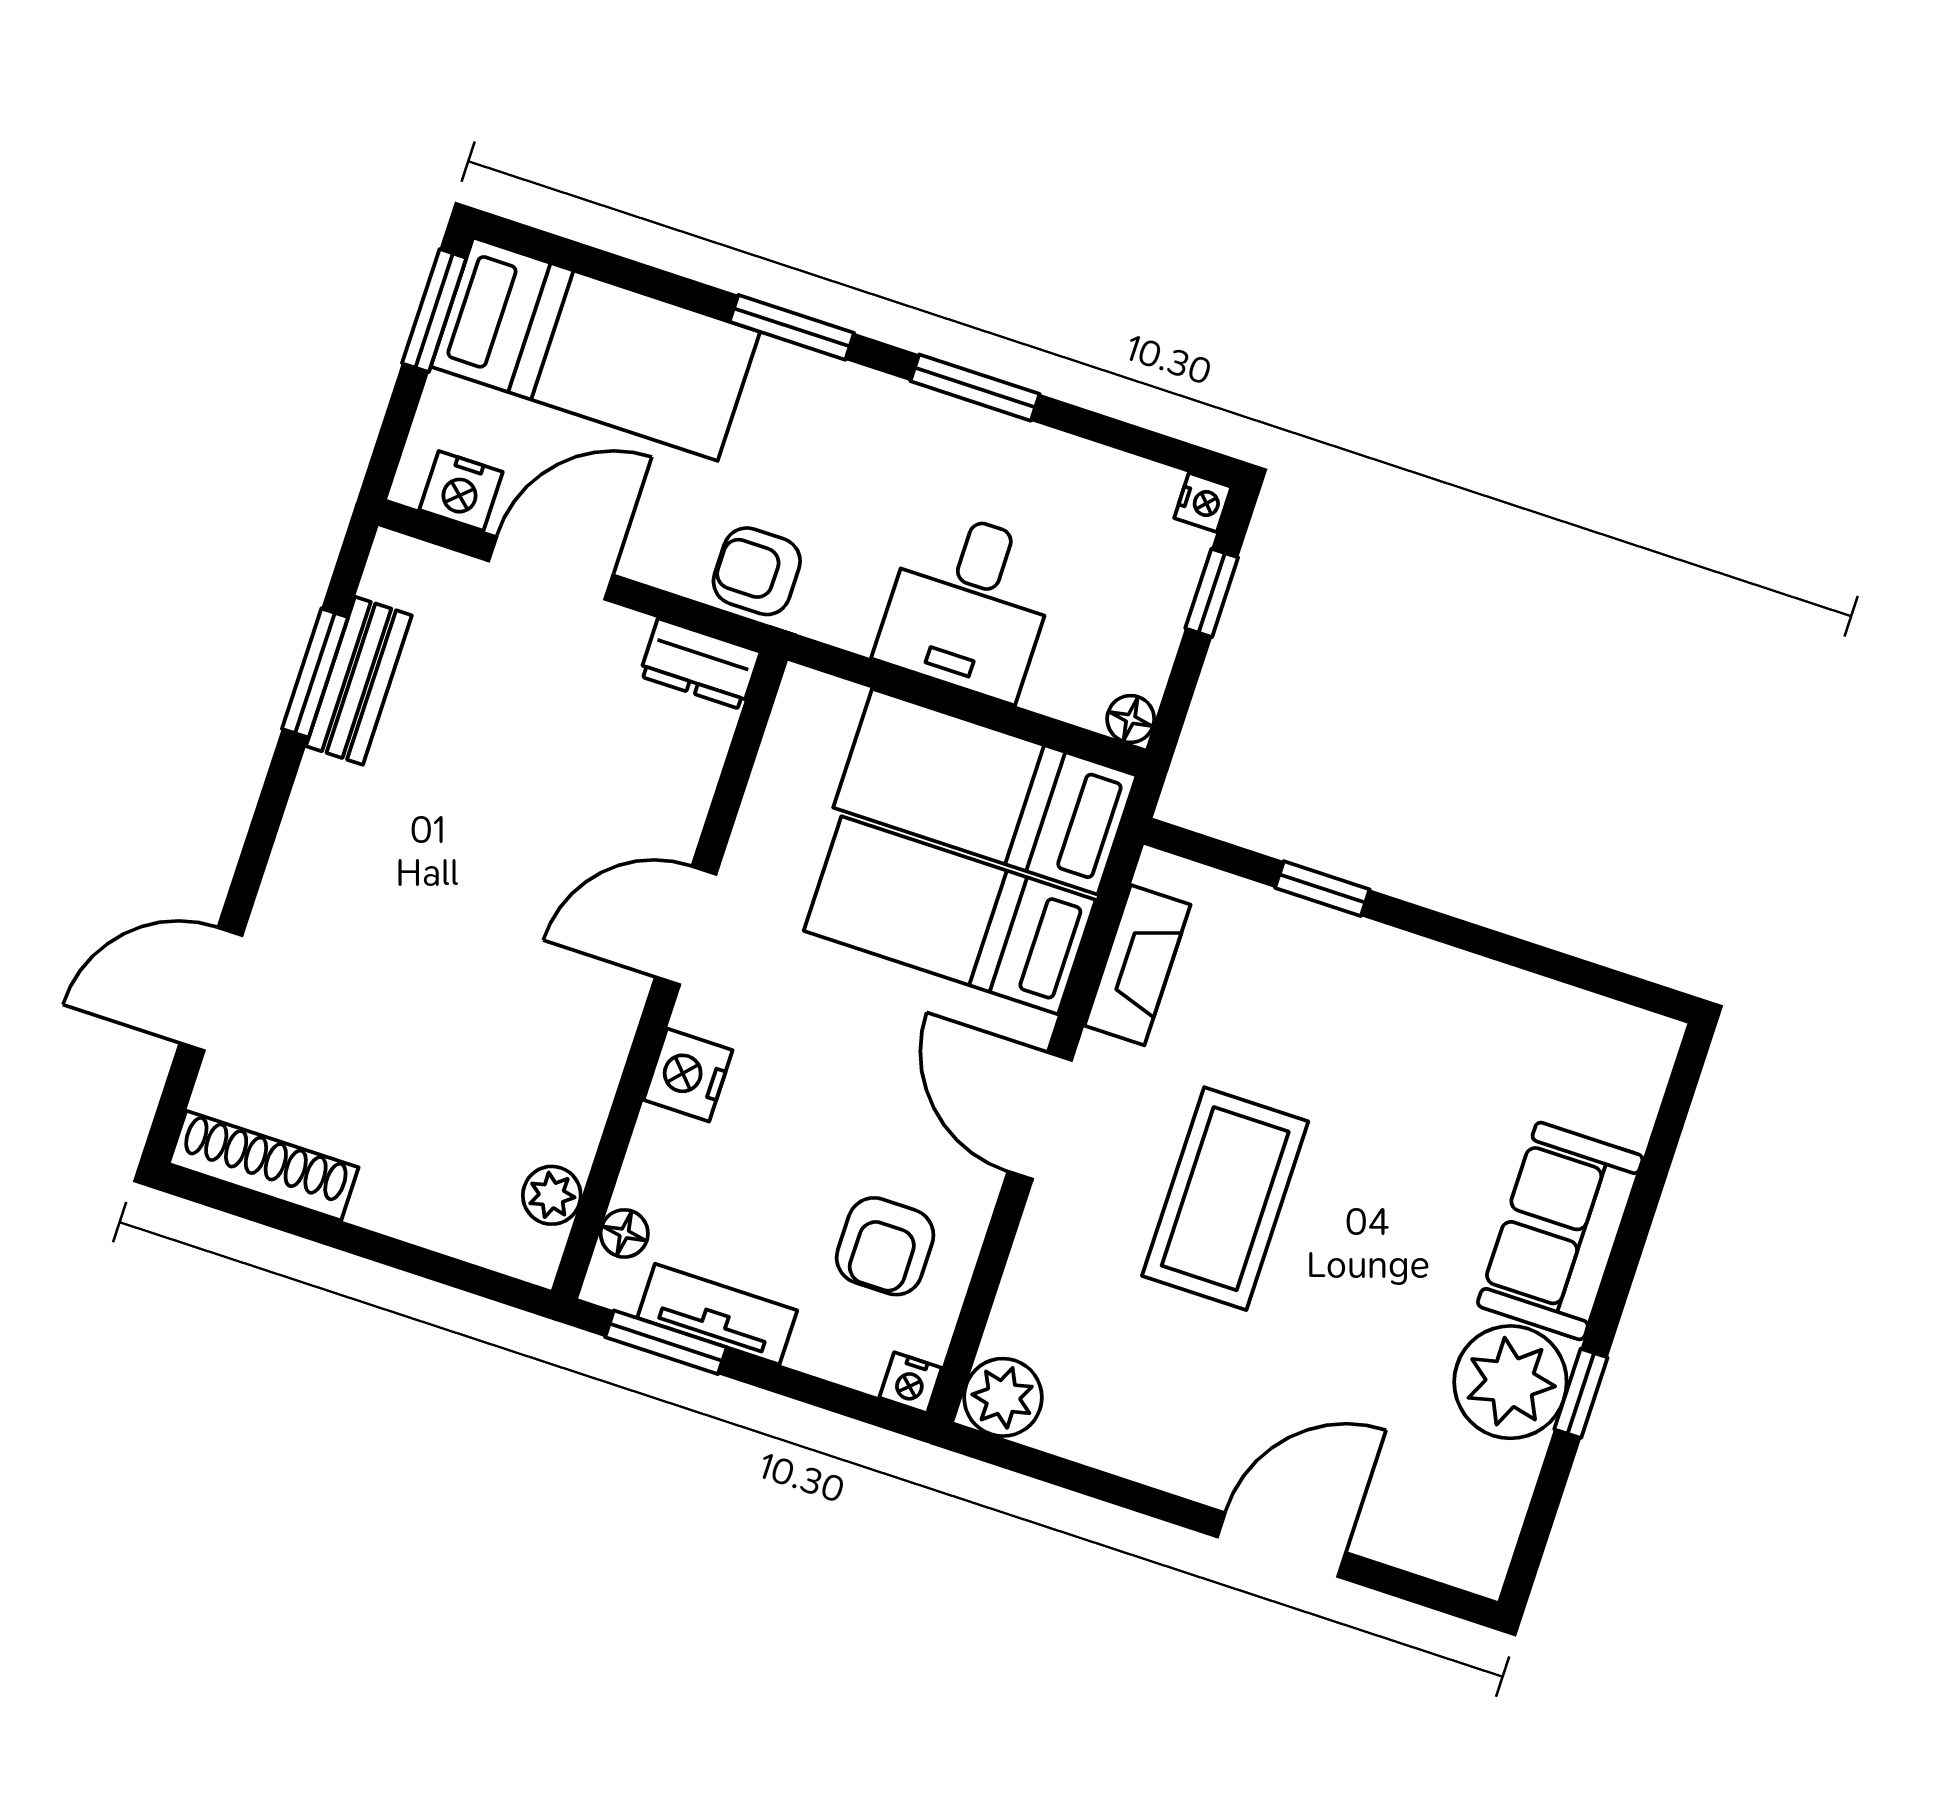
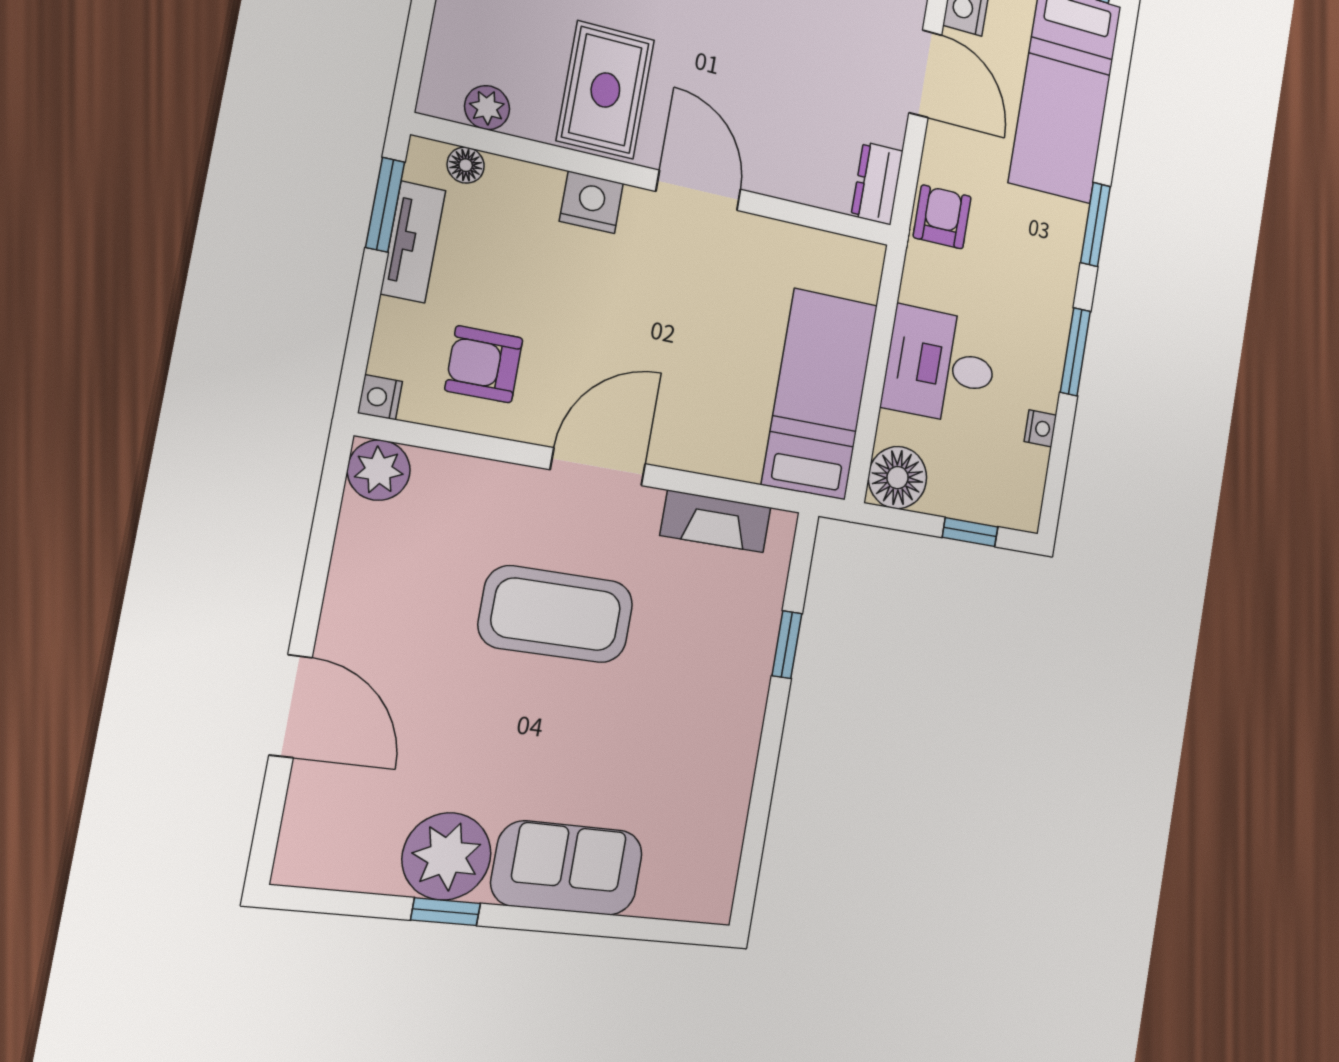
nightstand: (1203, 502) -> (1040, 428), moved, turned -90
floor lamp: (1131, 719) -> (898, 478), width x1.89, depth x1.89
bed: (950, 915) -> (732, 381), removed
rug: (540, 1035) -> (605, 90), added

